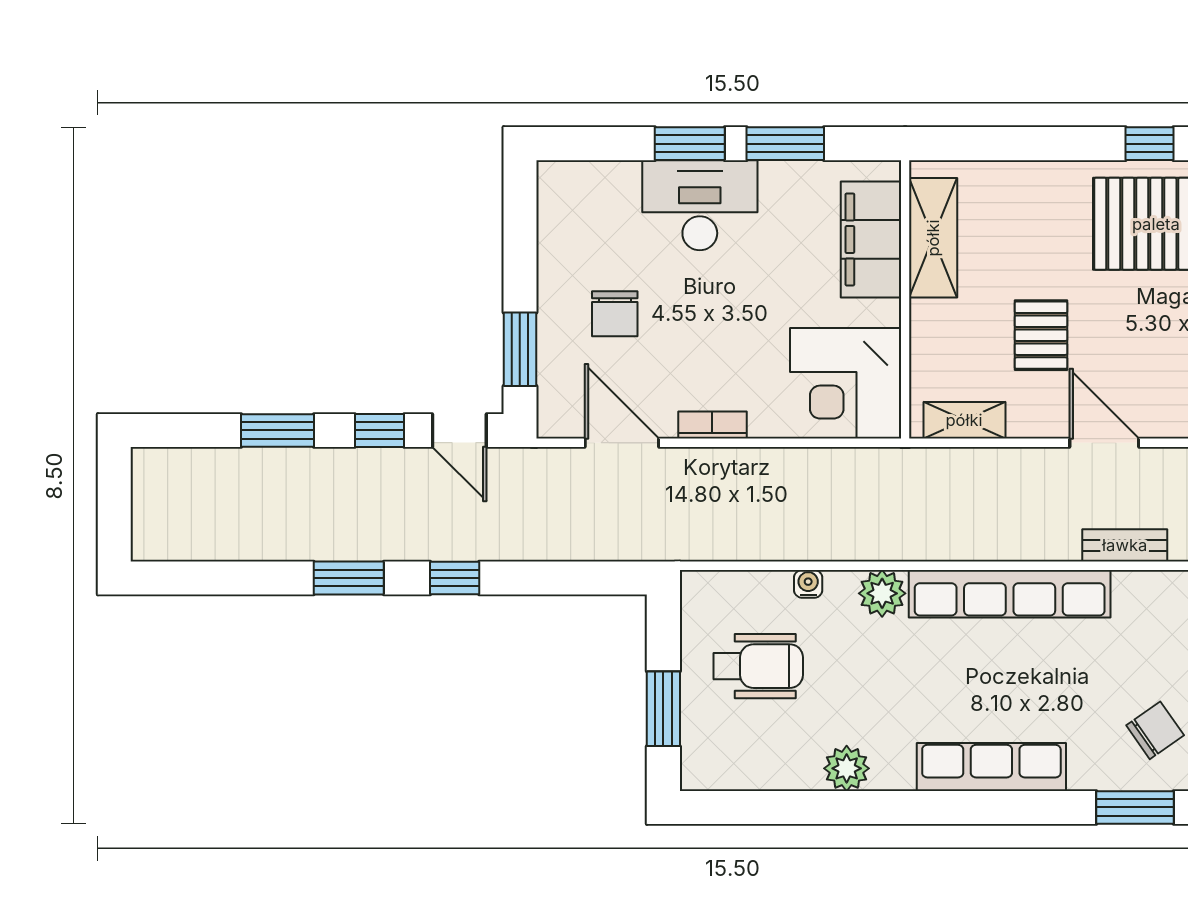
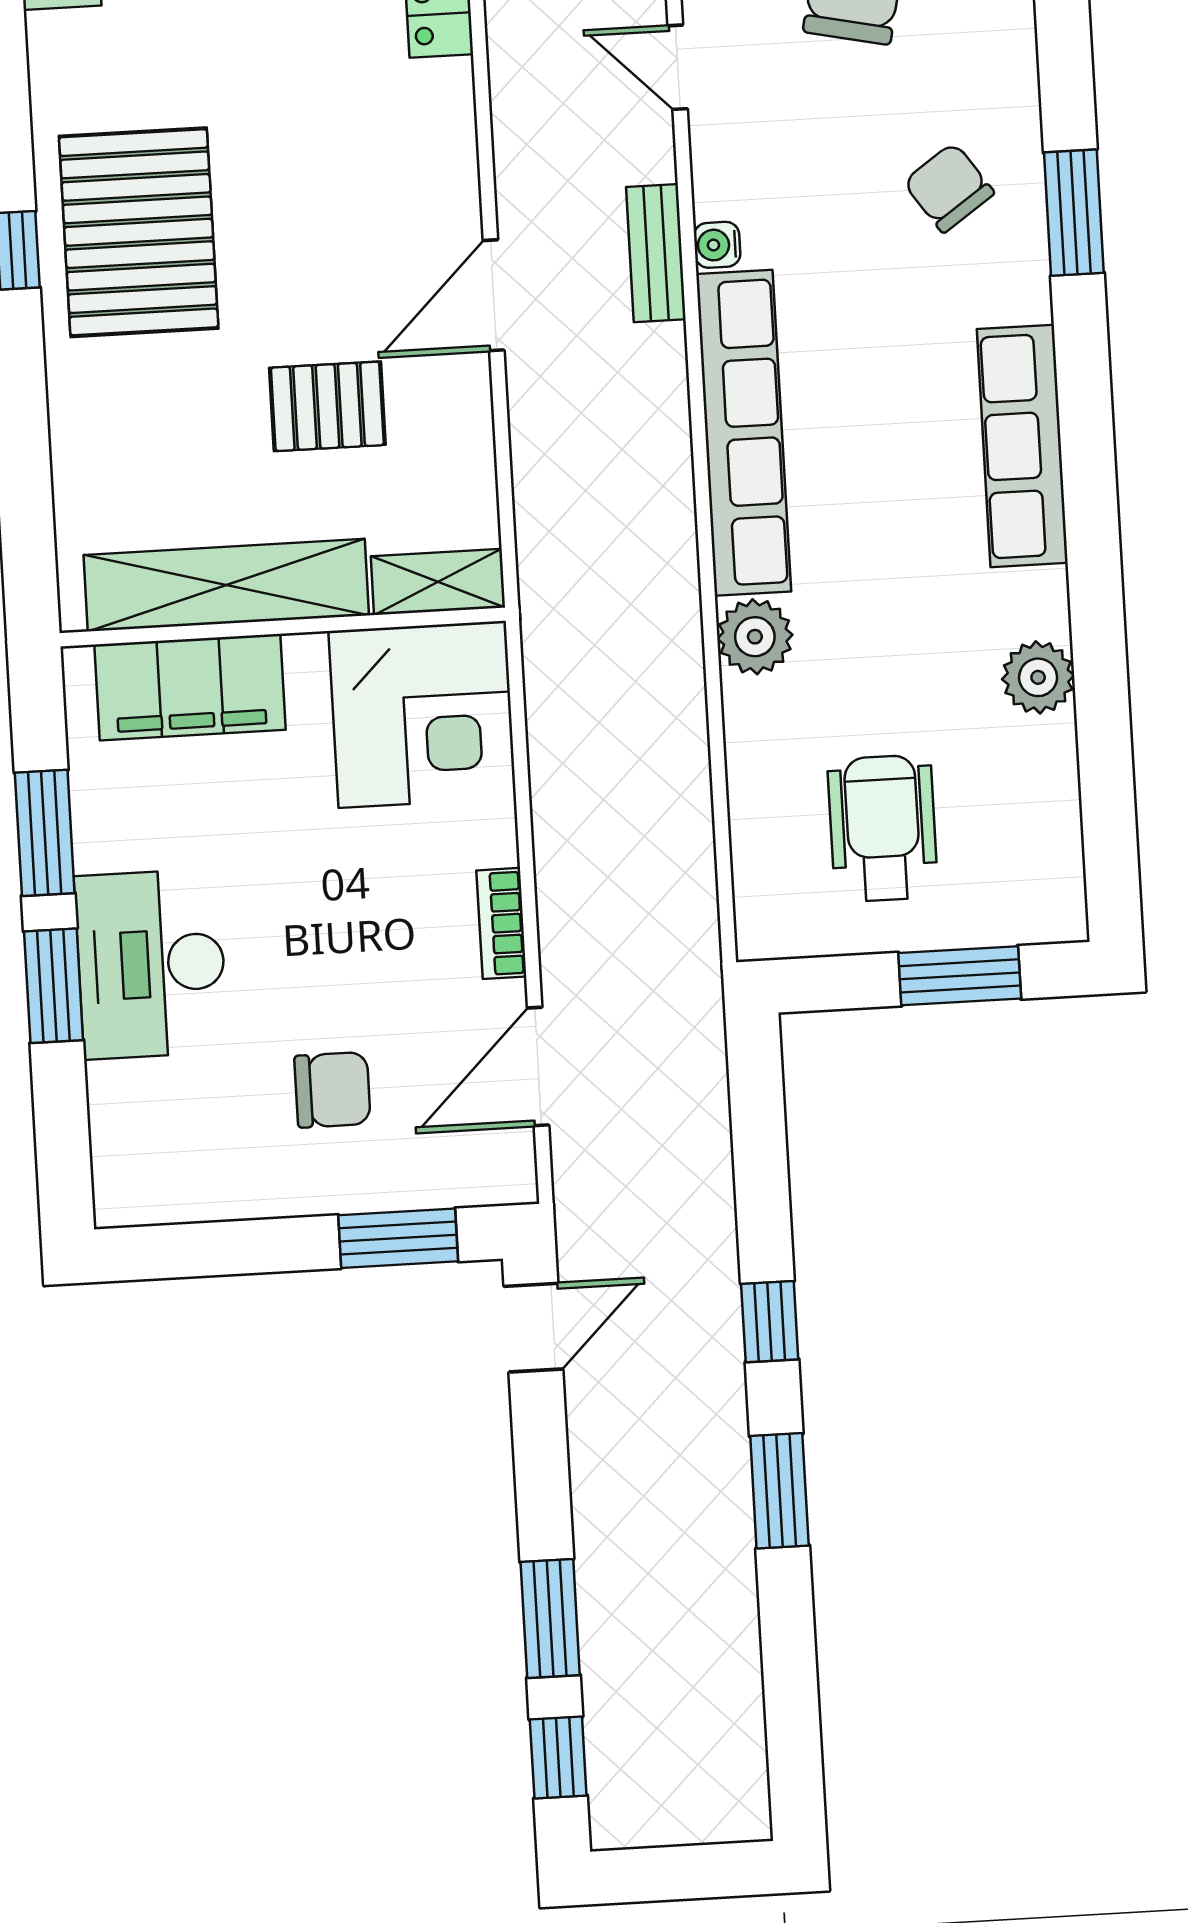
shelving: (933, 238) -> (226, 585), width x1.47
shelving: (964, 420) -> (438, 582), moved, turned 90
window: (379, 430) -> (558, 1758), moved
water cooler: (808, 584) -> (717, 245), moved

